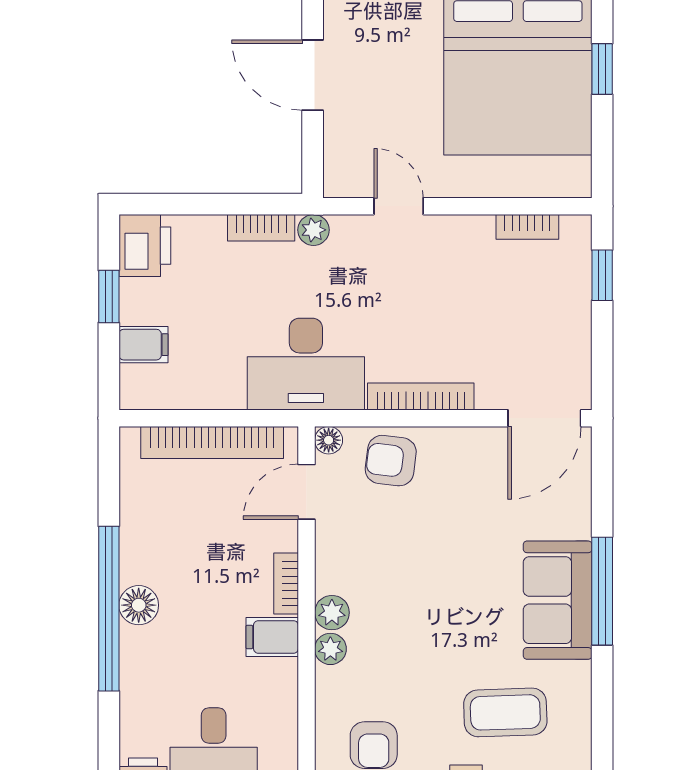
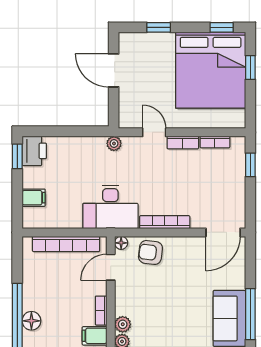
bookcase: (261, 228) -> (183, 142), moved
window: (109, 297) -> (17, 156), moved

